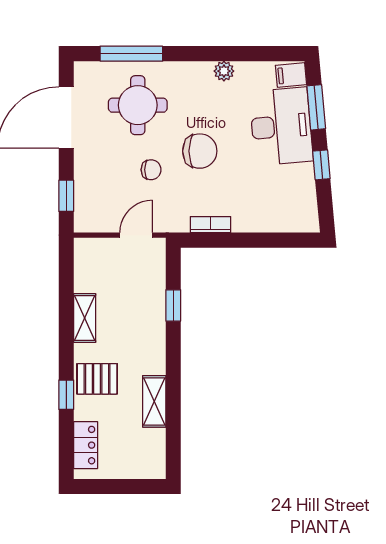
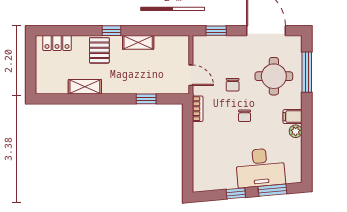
filing cabinet: (291, 75) -> (293, 117), moved, turned -85
chair: (200, 151) -> (245, 116), width x0.54, depth x0.54
bookcase: (211, 225) -> (198, 109), moved
window: (66, 395) -> (112, 31), moved

